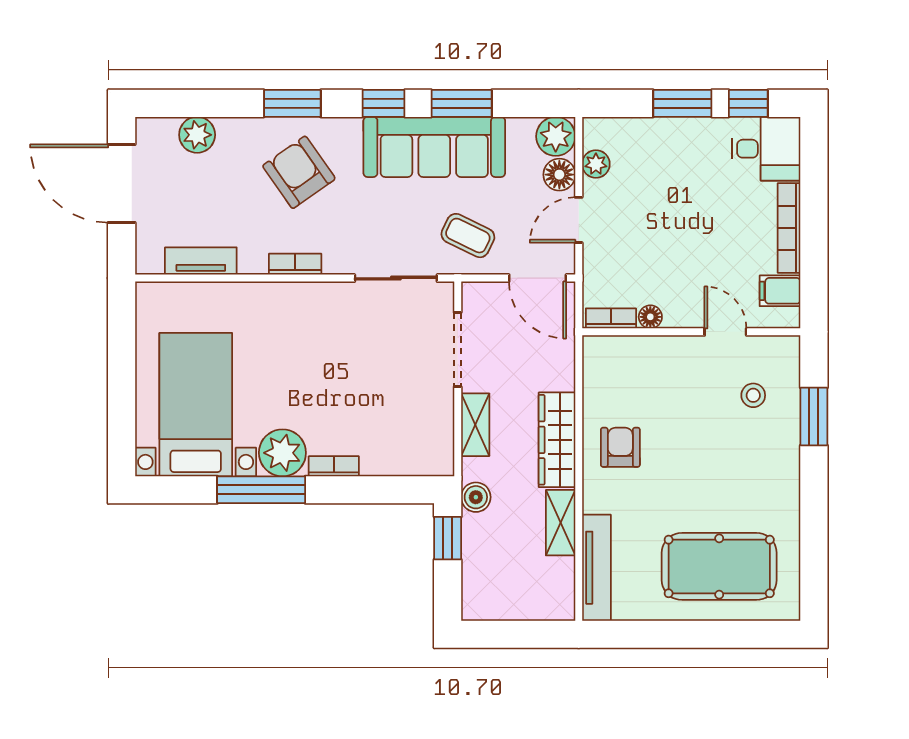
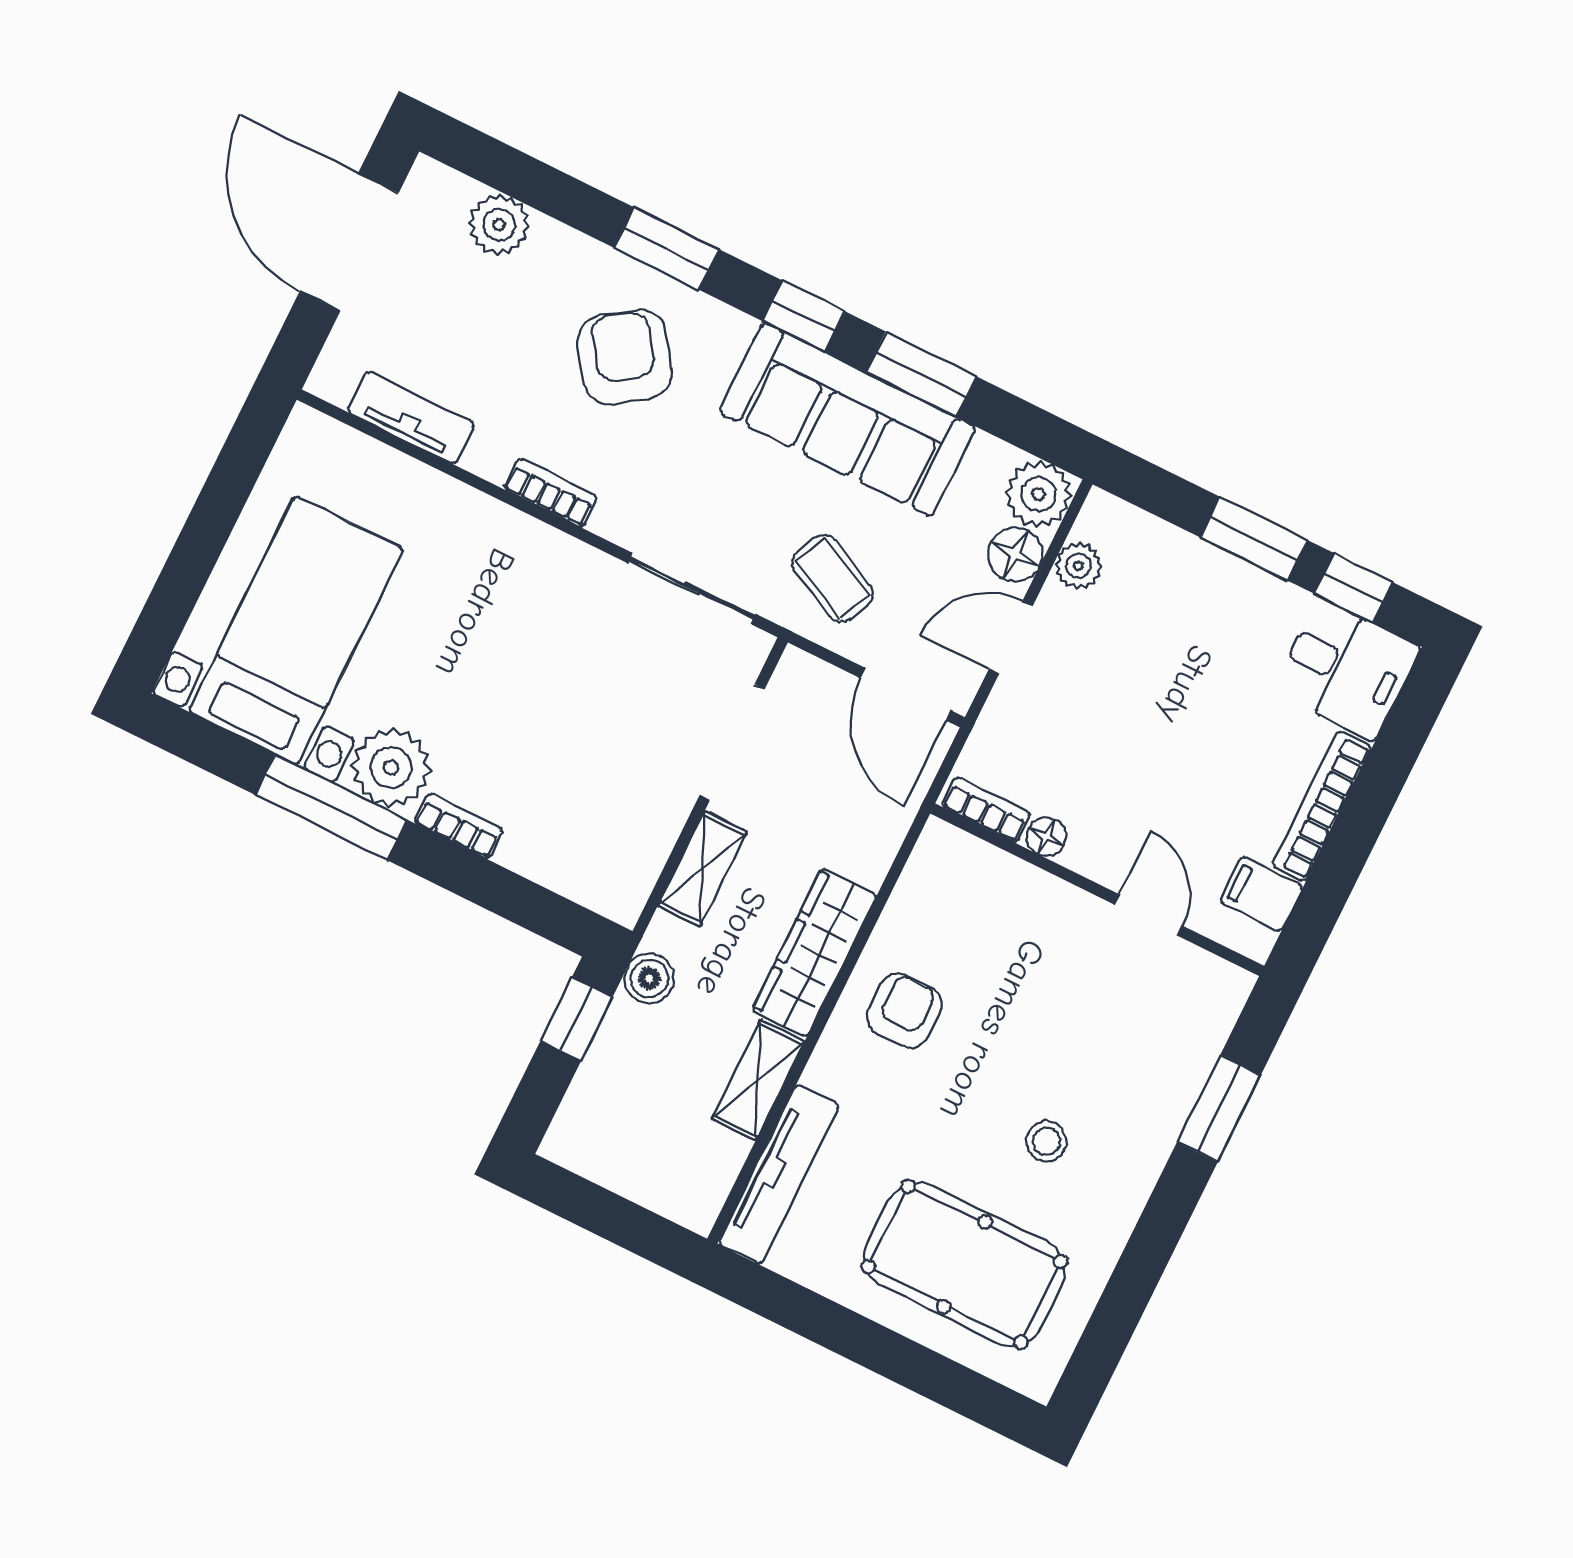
stool: (753, 395) -> (1046, 1141), moved

